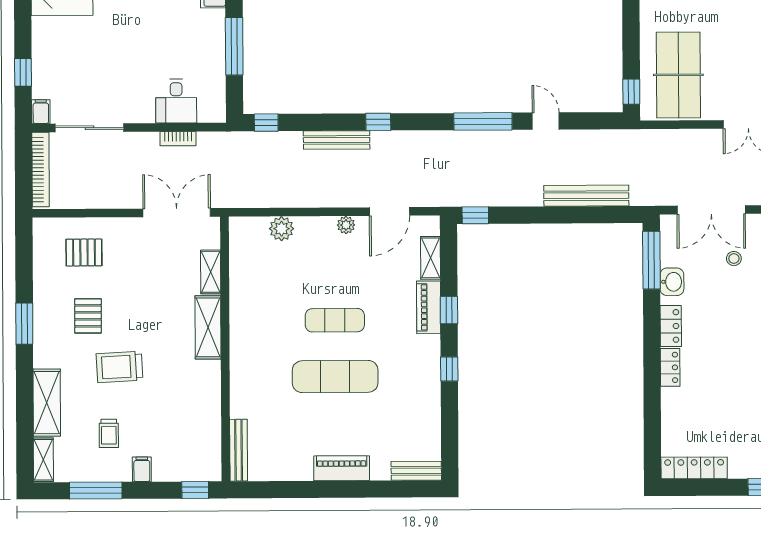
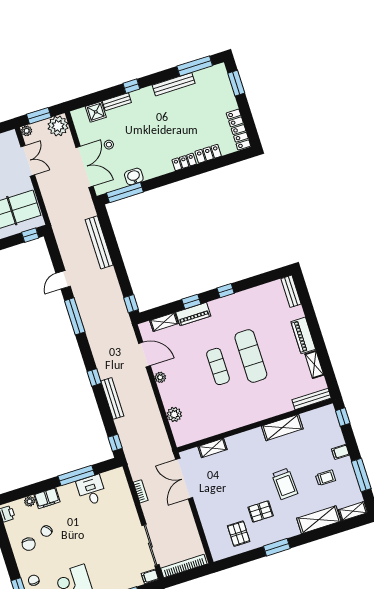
desk: (176, 101) -> (91, 490), moved, turned -90
pallet: (84, 252) -> (239, 534), moved
locker: (671, 326) -> (208, 154), moved
shelving: (208, 327) -> (282, 427), moved
shelving: (291, 471) -> (314, 364), added

